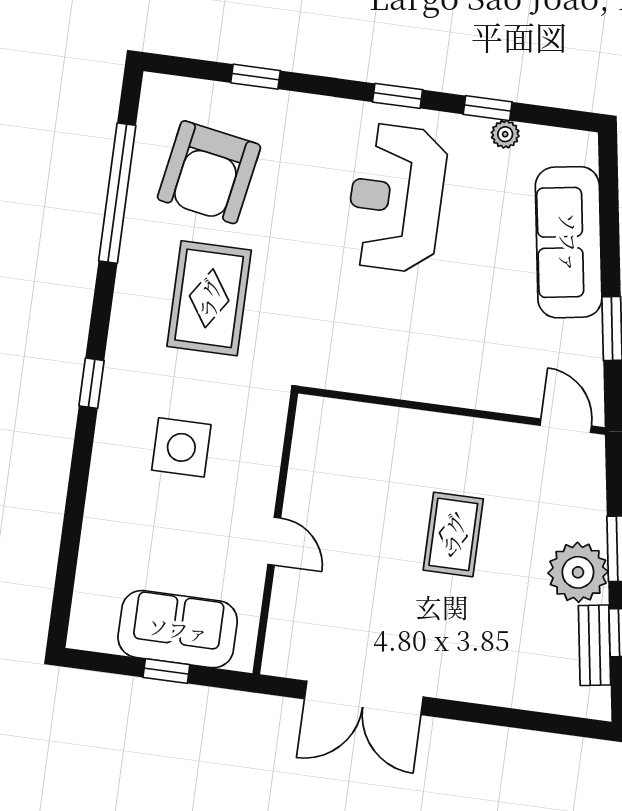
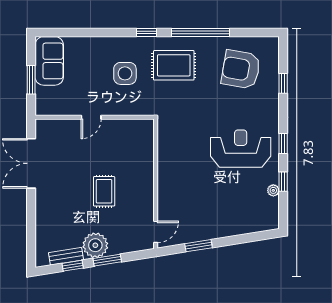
window: (117, 193) -> (200, 32), moved
sofa: (569, 242) -> (232, 223), removed
rug: (209, 298) -> (174, 65), moved
rug: (453, 534) -> (104, 191), turned 90
sofa: (178, 629) -> (49, 61), moved
window: (166, 671) -> (31, 80), width x1.50

